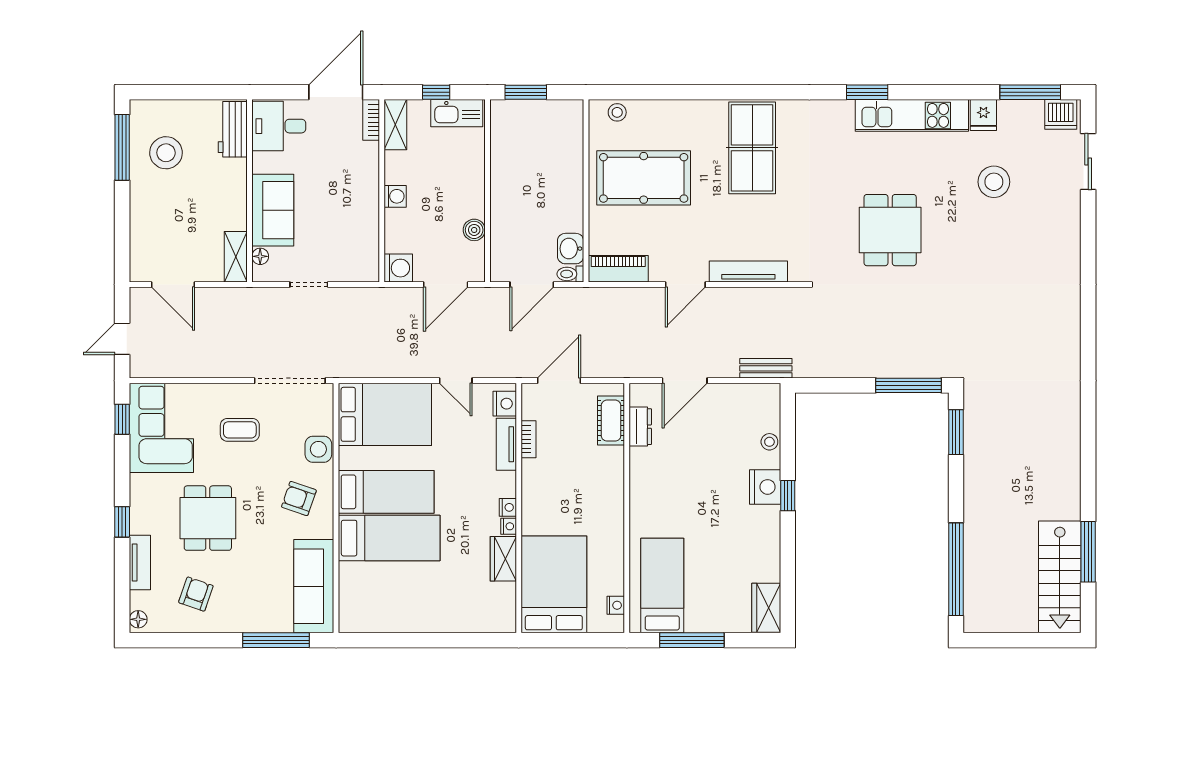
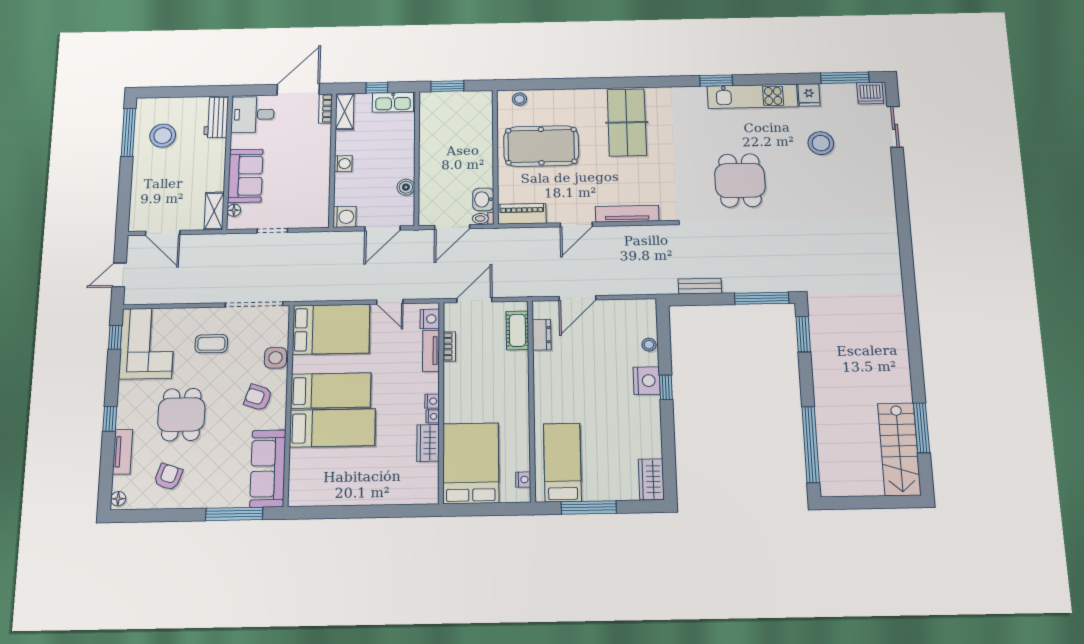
bench: (766, 368) -> (700, 286), moved

